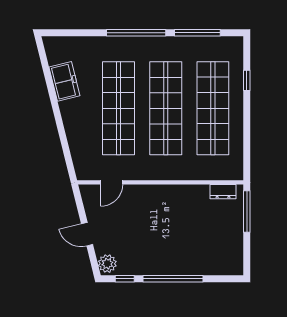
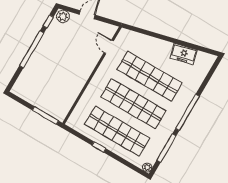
plant: (237, 43) -> (147, 168), added
window: (247, 80) -> (99, 147), moved
dresser: (223, 192) -> (65, 108), removed

